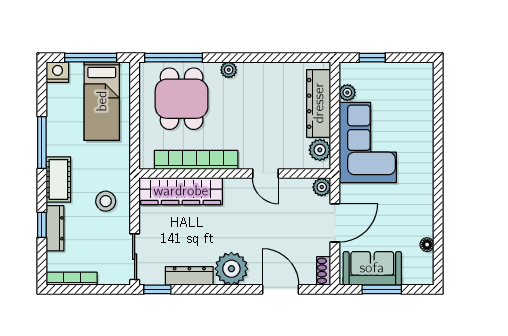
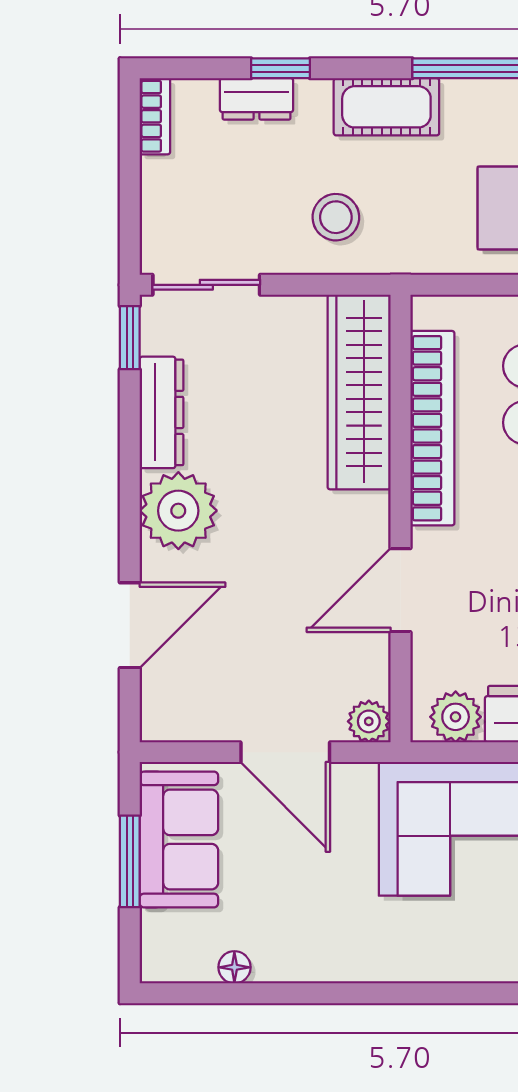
door: (265, 173) -> (400, 590), width x1.38
dresser: (55, 228) -> (257, 99), width x0.70
shoe rack: (324, 271) -> (173, 726), removed
bookcase: (72, 279) -> (155, 116), width x0.64

